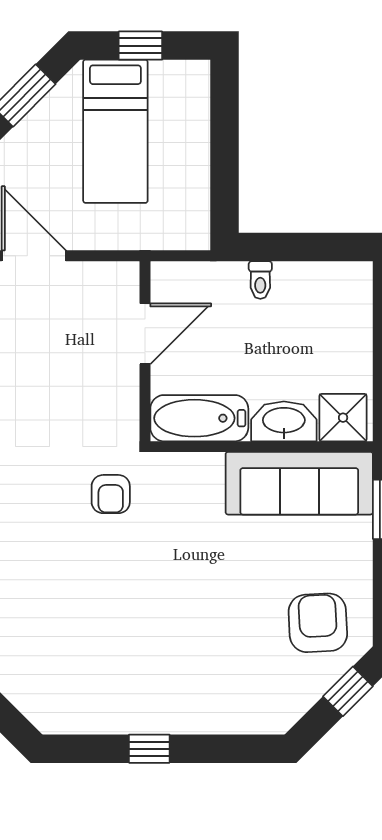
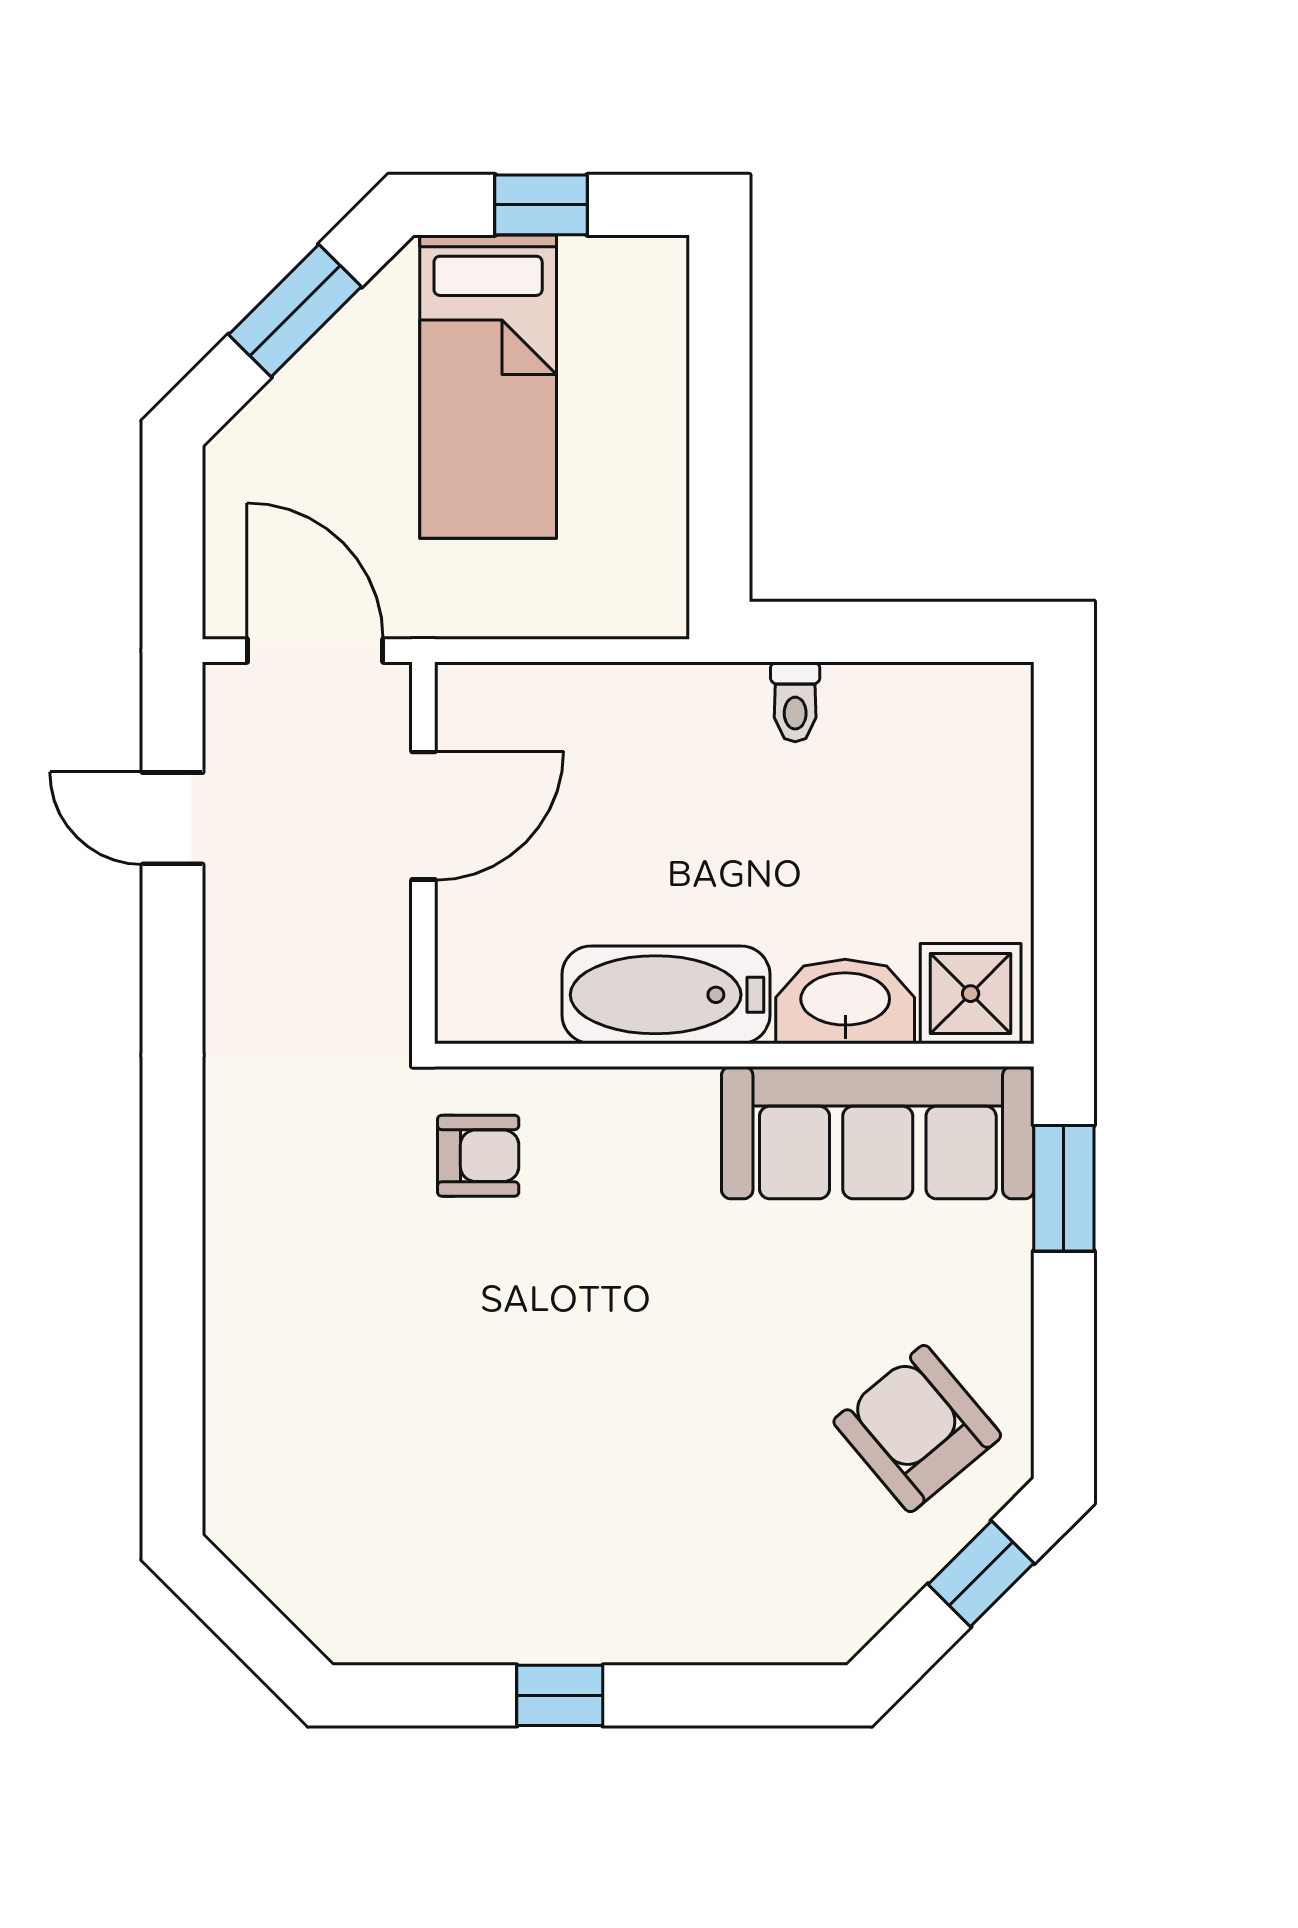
door: (145, 334) -> (423, 816), moved
wall: (145, 351) -> (423, 853), moved
armchair: (111, 494) -> (478, 1156), turned -90
armchair: (318, 623) -> (917, 1429), turned -37

